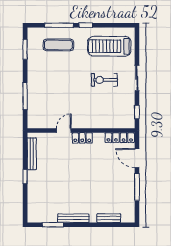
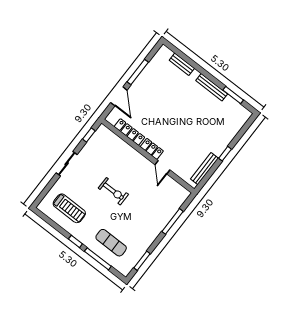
treadmill: (109, 46) -> (69, 208), width x0.73, depth x0.73
exercise bike: (104, 80) -> (113, 191), moved
door: (64, 130) -> (162, 167), hinge flipped
locker: (120, 138) -> (129, 132), moved

